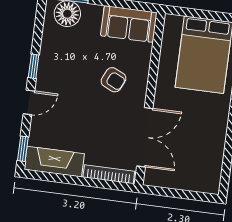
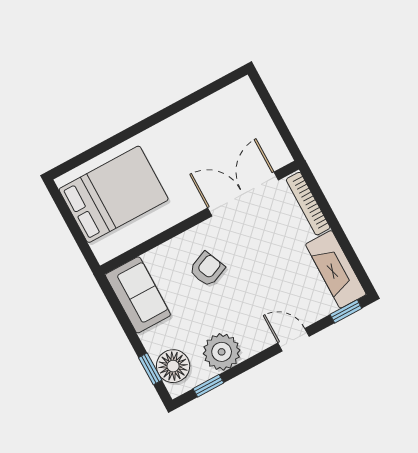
plant: (54, 51) -> (222, 352), added
window: (34, 66) -> (208, 386), moved
armchair: (114, 80) -> (207, 269), turned 42

